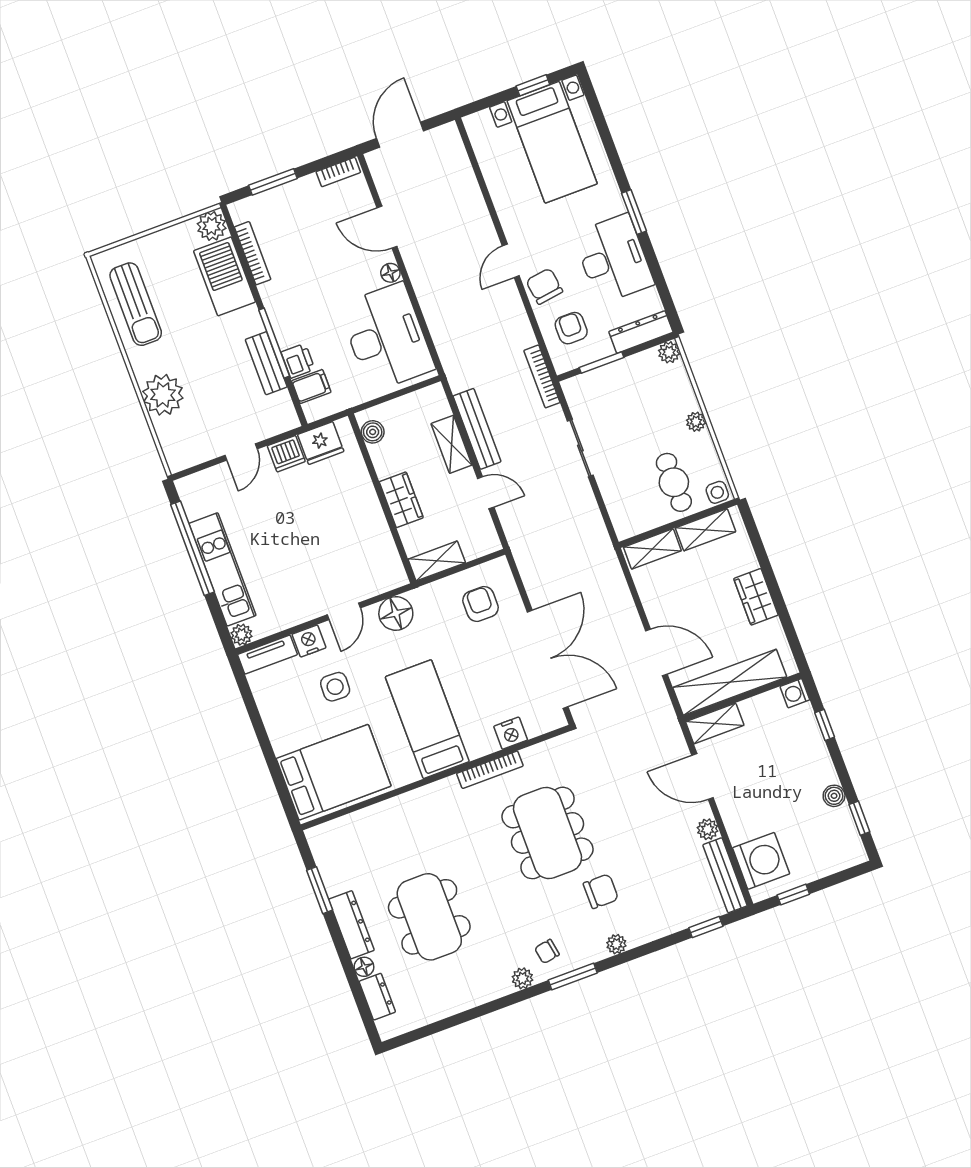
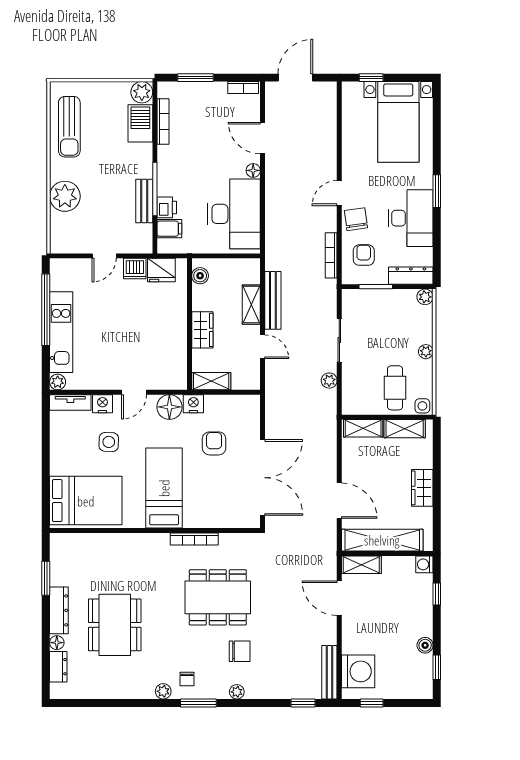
window: (533, 85) -> (371, 78), moved
barbecue: (225, 276) -> (140, 123), width x0.73, depth x0.83
bookcase: (542, 376) -> (331, 255), moved
armchair: (481, 604) -> (214, 443), moved
nightstand: (511, 733) -> (193, 404), moved, turned 180
plant: (708, 829) -> (329, 381), moved
dining table: (547, 833) -> (218, 597), turned 90
chair: (547, 951) -> (187, 679), turned -80

